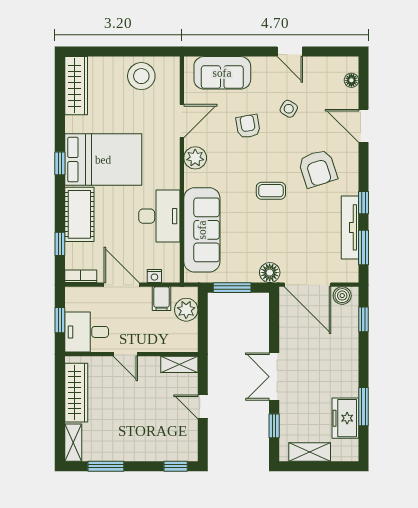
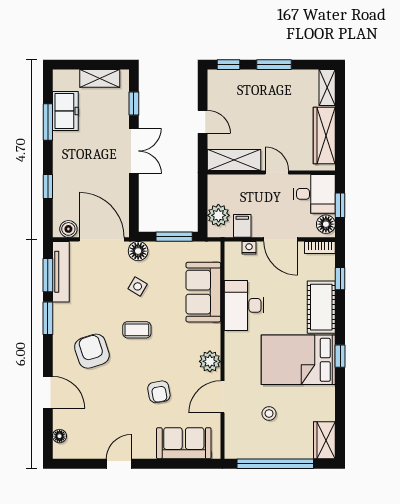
window: (127, 52) -> (275, 464), added
door: (290, 52) -> (119, 464), hinge flipped
stool: (141, 76) -> (269, 413), moved, width x0.53, depth x0.53
wardrobe: (76, 86) -> (324, 440), width x0.67
side table: (289, 109) -> (138, 286), moved
window: (363, 203) -> (48, 318), width x1.50
tv unit: (350, 227) -> (61, 272), moved
sofa: (202, 230) -> (203, 292), width x0.73
floor lamp: (75, 300) -> (326, 224), added
window: (363, 319) -> (48, 186), moved
shelving: (179, 364) -> (234, 160), width x1.50, depth x1.33
window: (106, 466) -> (274, 65), moved

